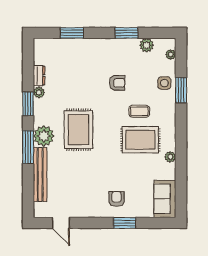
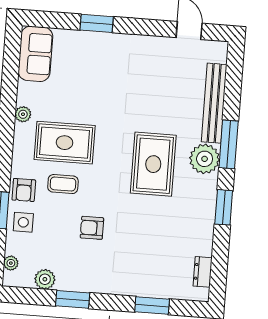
dresser: (39, 76) -> (203, 272), moved
plant: (39, 92) -> (207, 223), removed
armchair: (117, 199) -> (24, 190), moved

